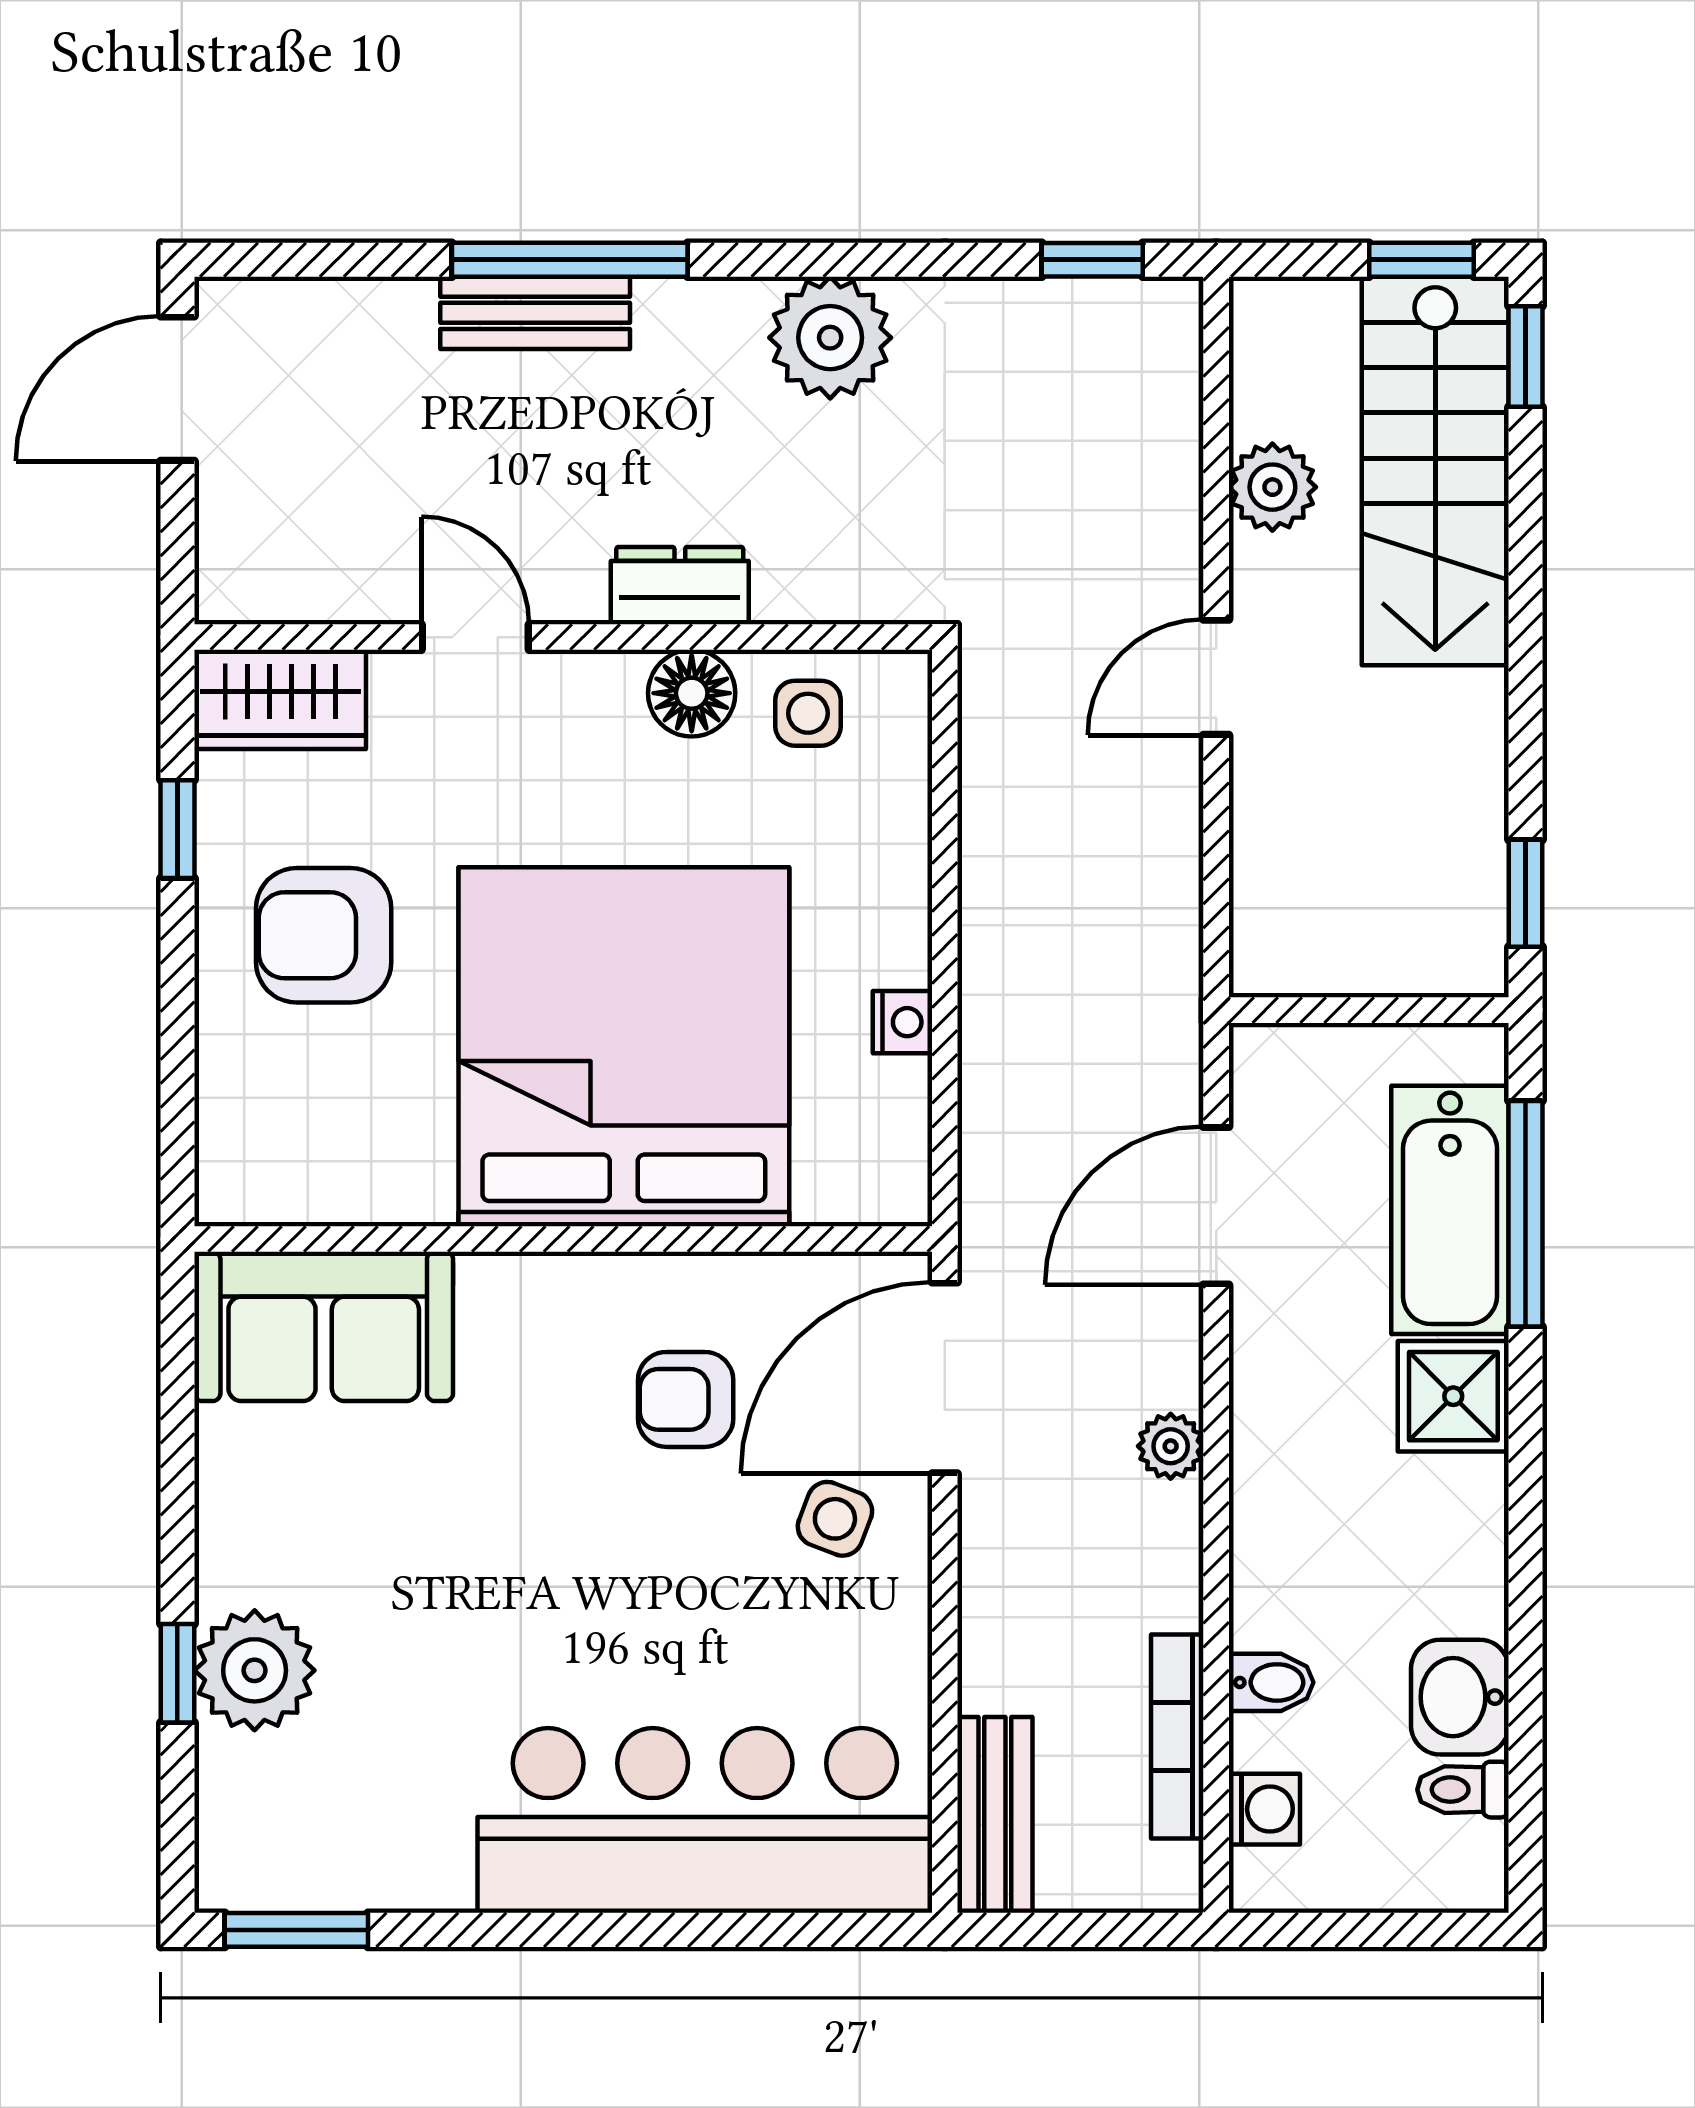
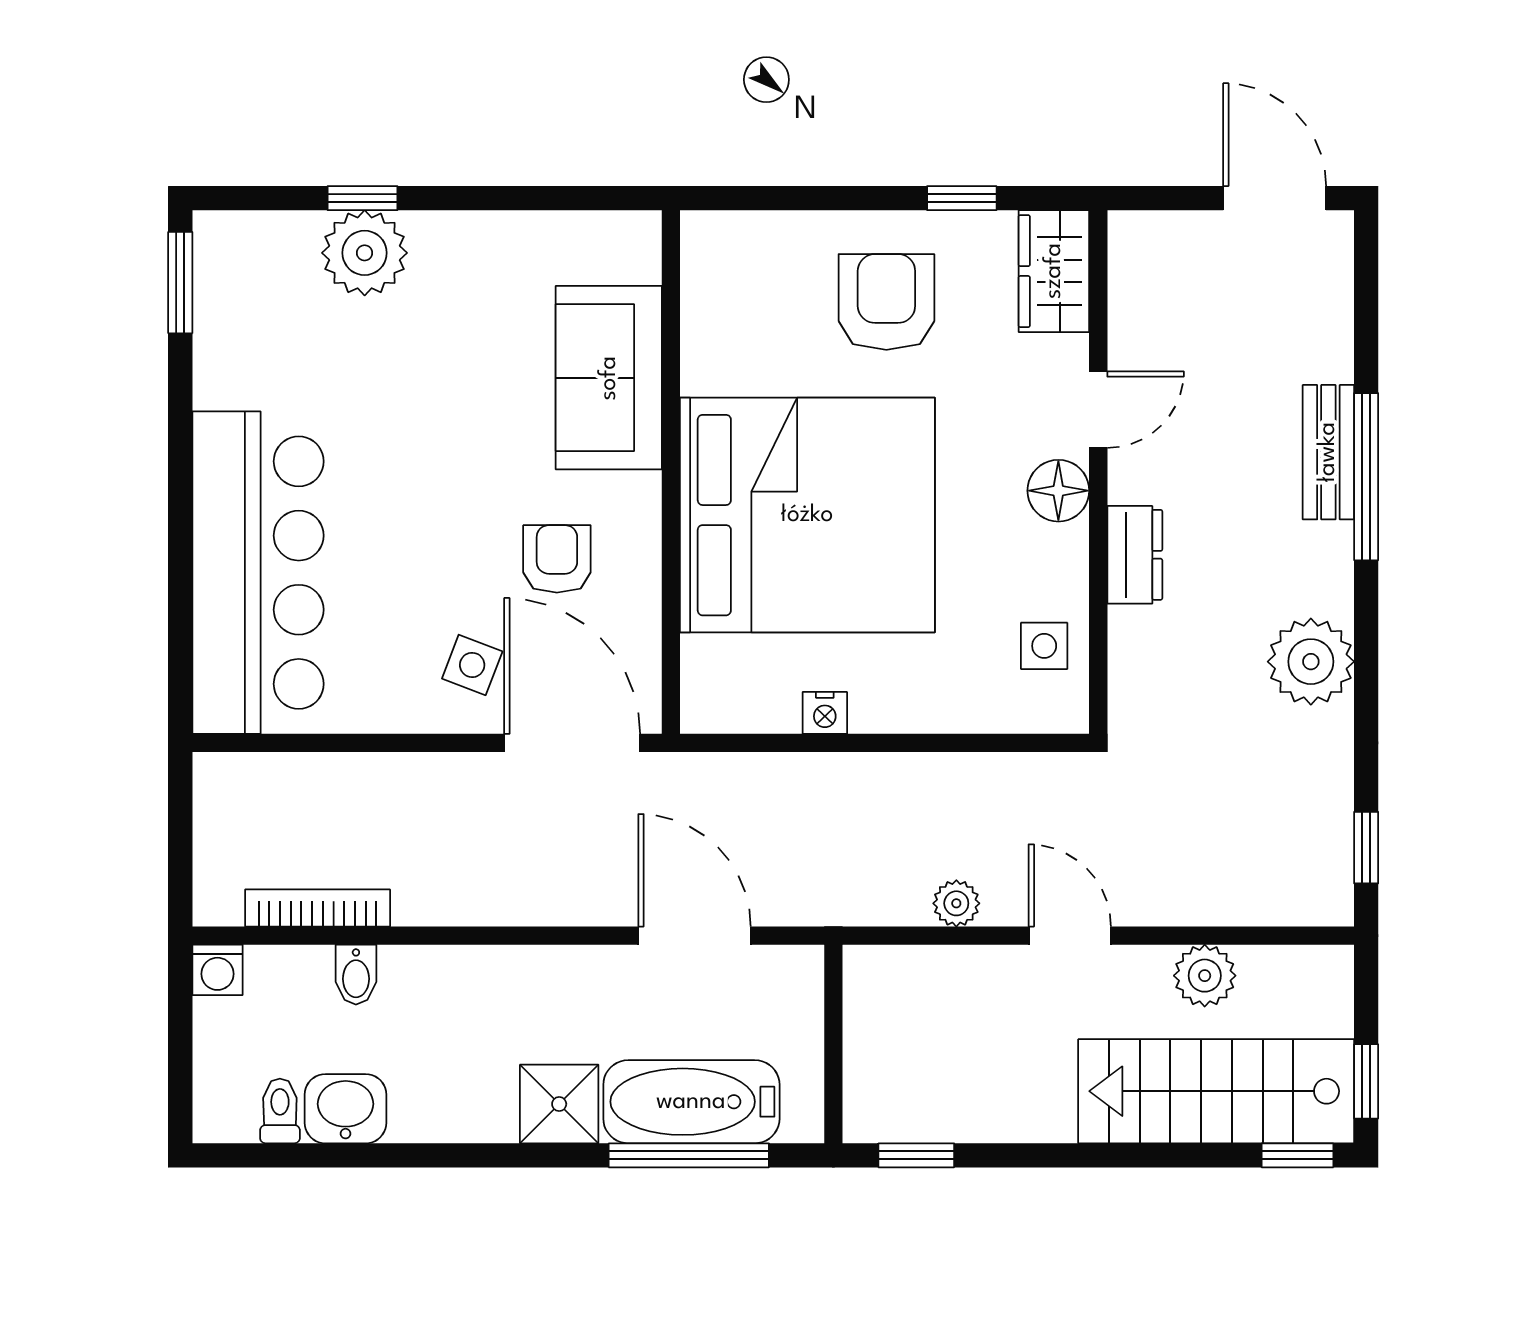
floor lamp: (692, 693) -> (1058, 491), moved
sofa: (324, 1326) -> (609, 378), moved
plant: (1171, 1446) -> (956, 903), moved
washing machine: (1264, 1809) -> (217, 970), moved
bench: (995, 1815) -> (262, 779), removed

